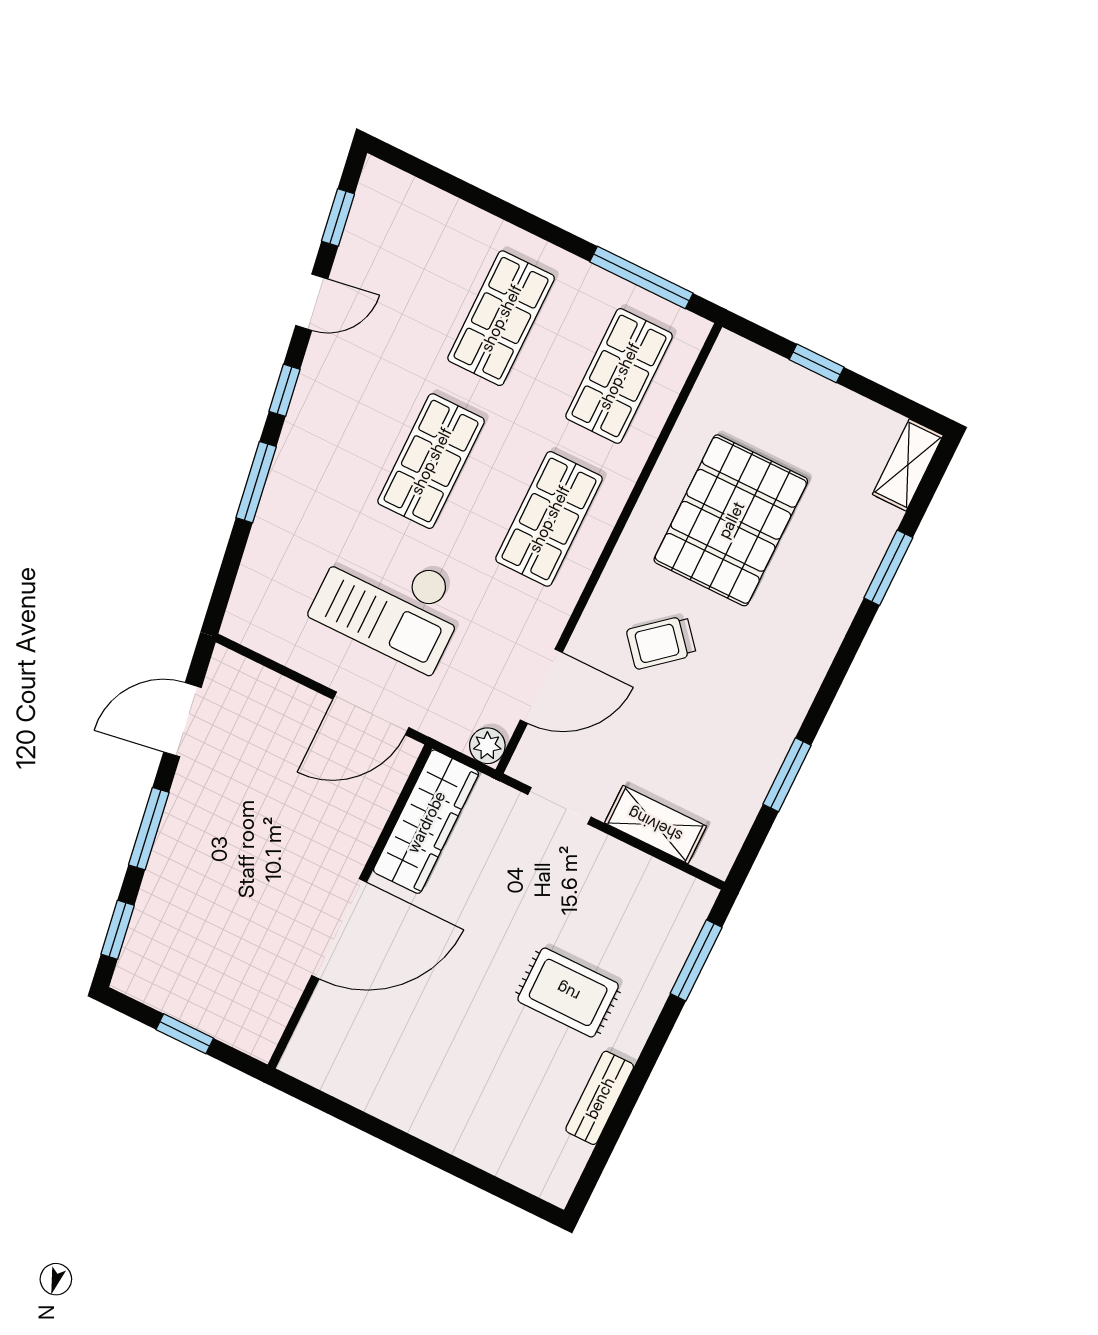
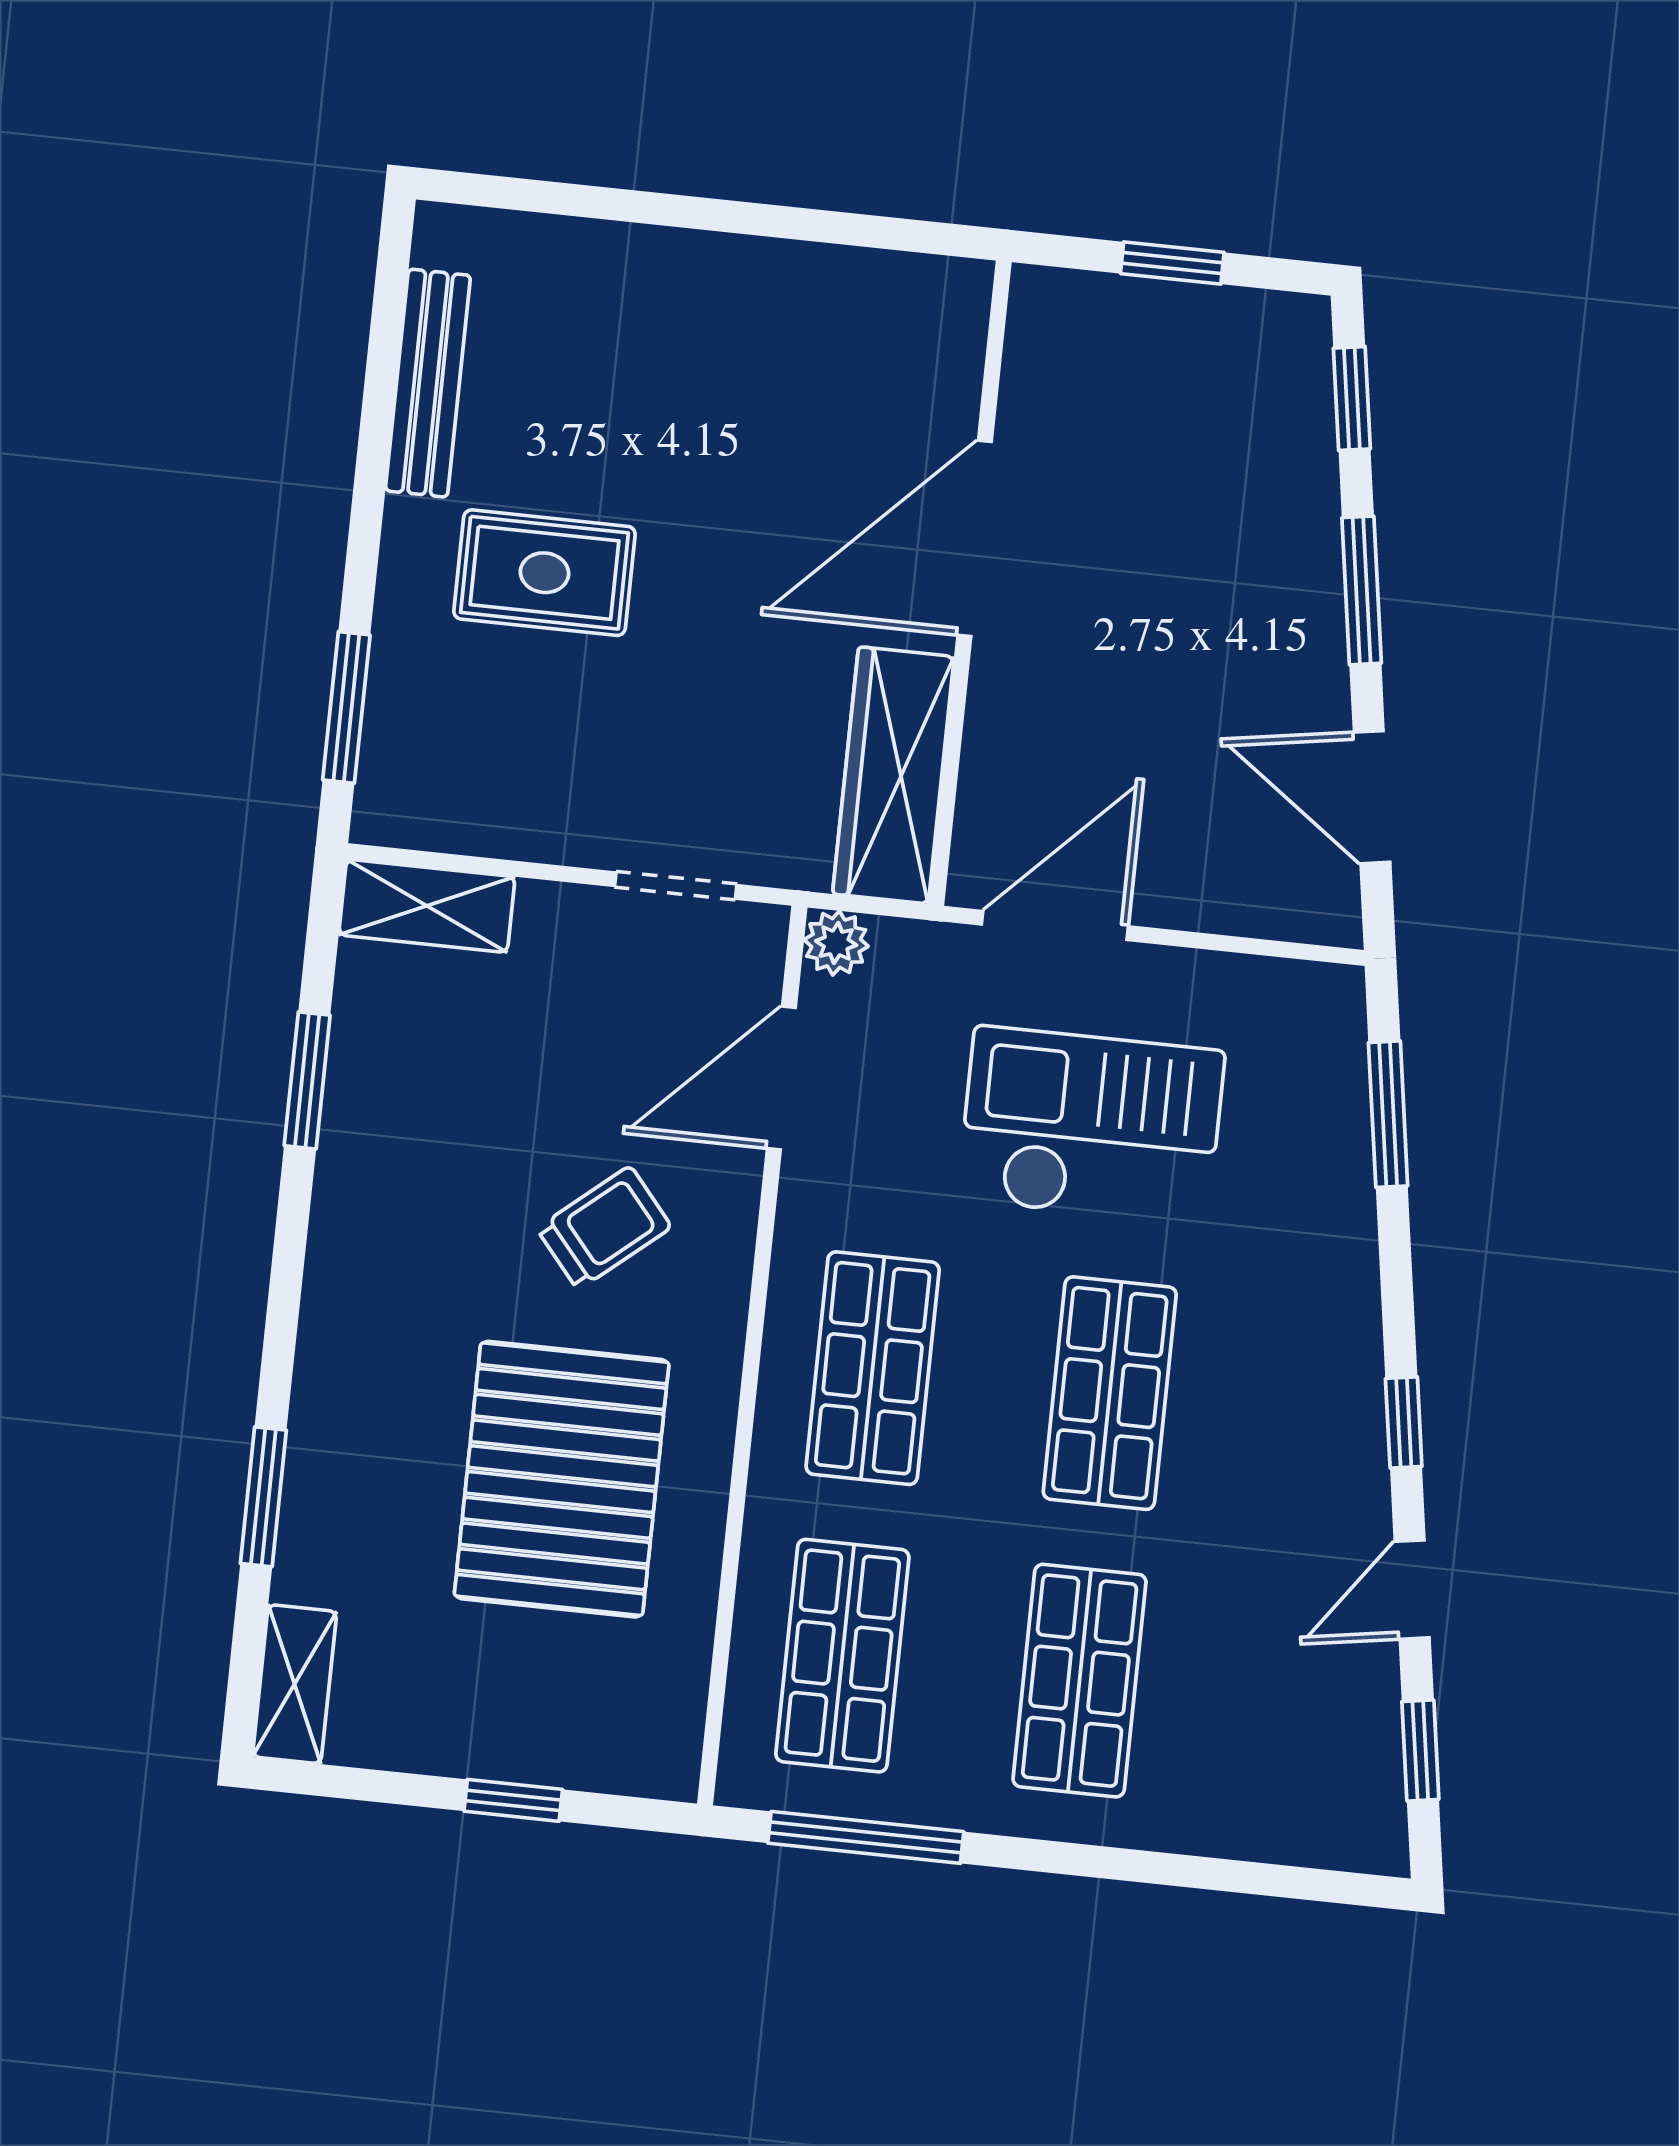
window: (256, 482) -> (1388, 1114), moved
door: (183, 720) -> (1372, 797), swing flipped
shelving: (655, 825) -> (427, 906), moved
bench: (600, 1098) -> (428, 383), width x1.36

